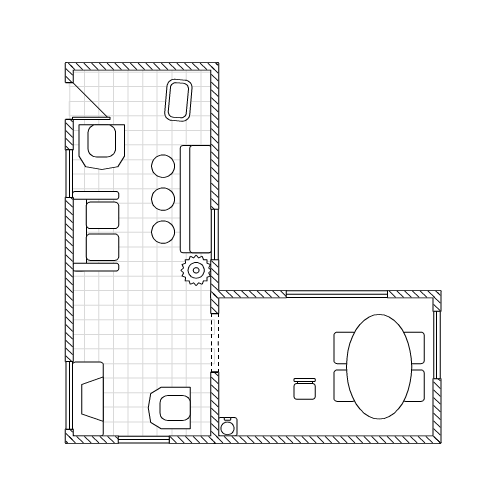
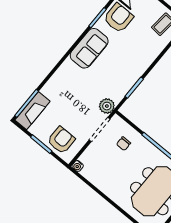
bar counter: (182, 199) -> (133, 63), removed
plant: (196, 270) -> (107, 106), moved
chair: (305, 389) -> (124, 144), moved
armchair: (169, 408) -> (61, 140), turned -90

